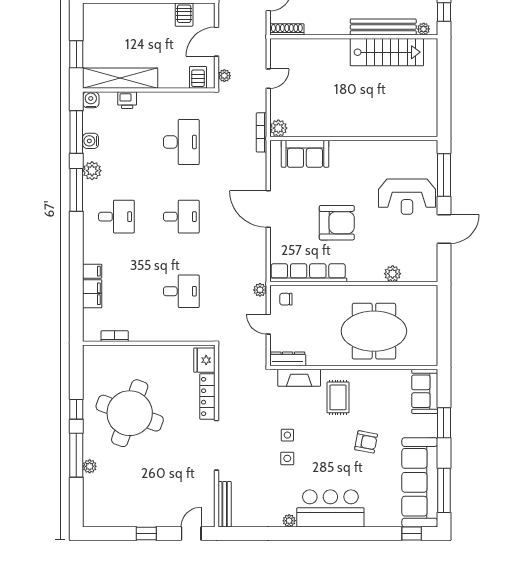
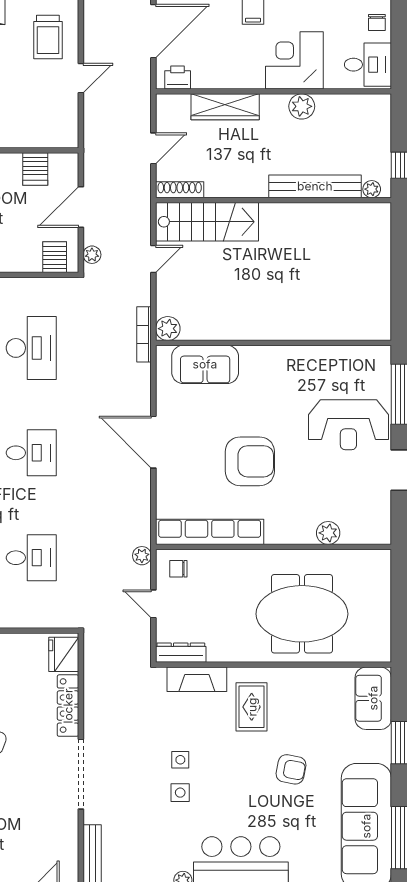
stairs: (387, 52) -> (207, 222), moved

